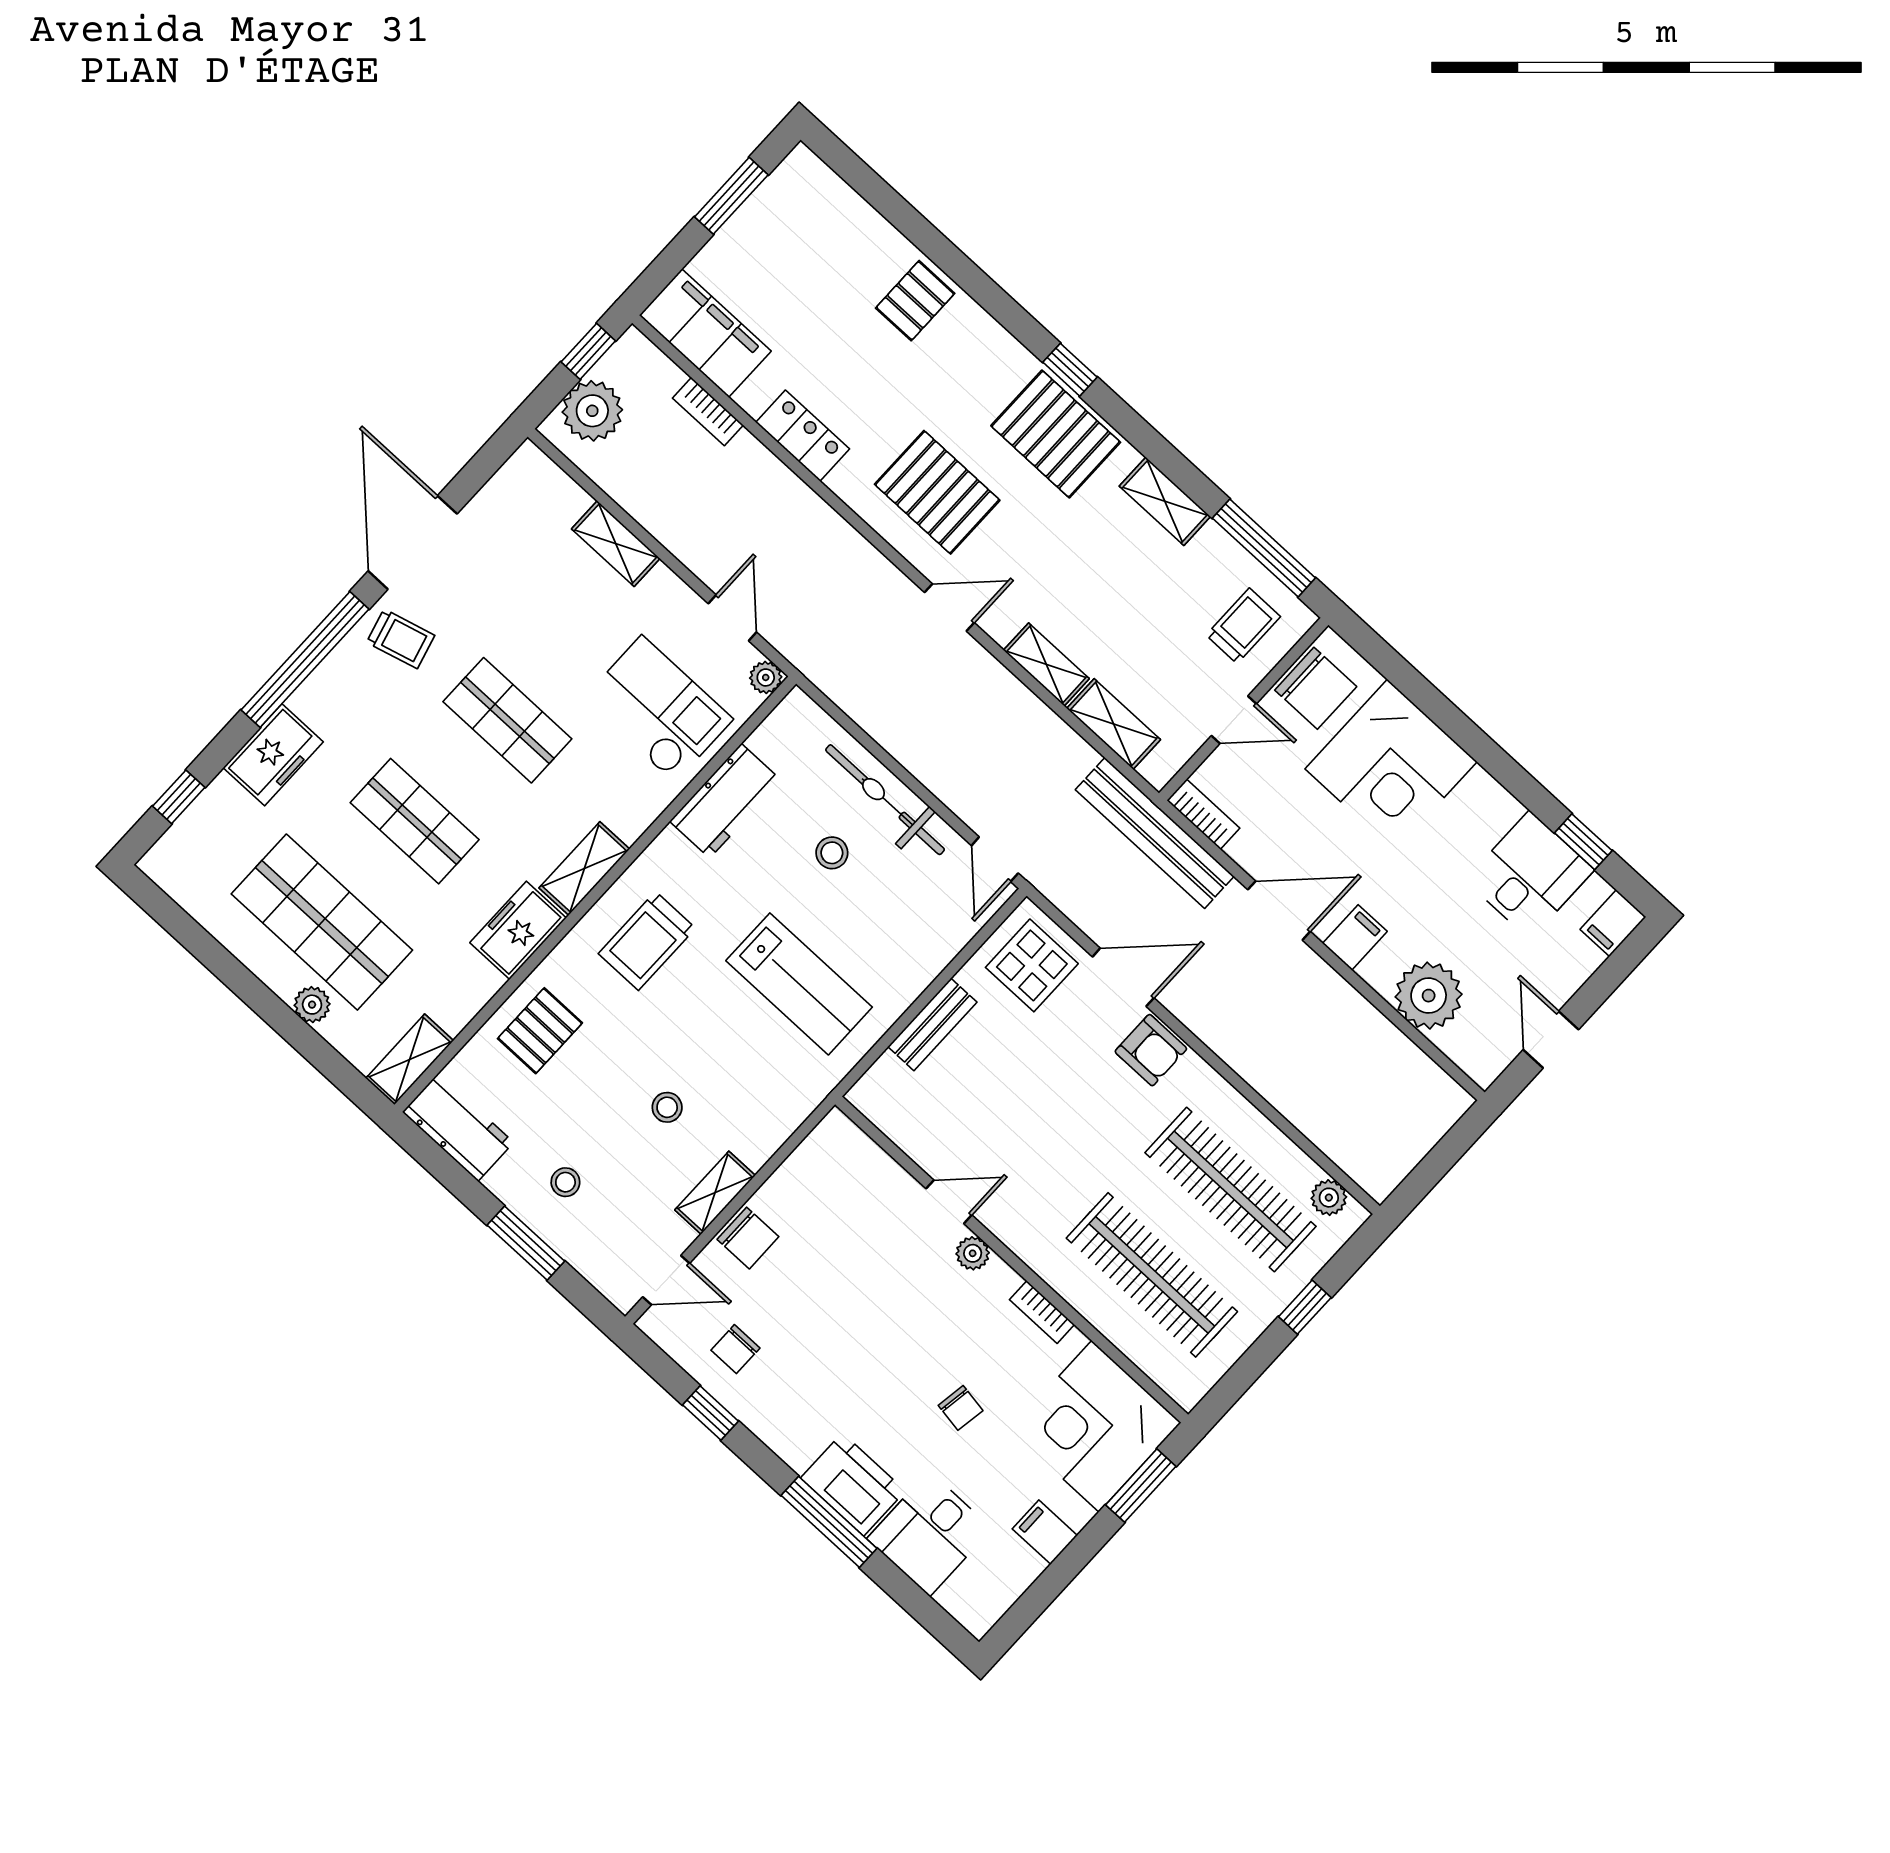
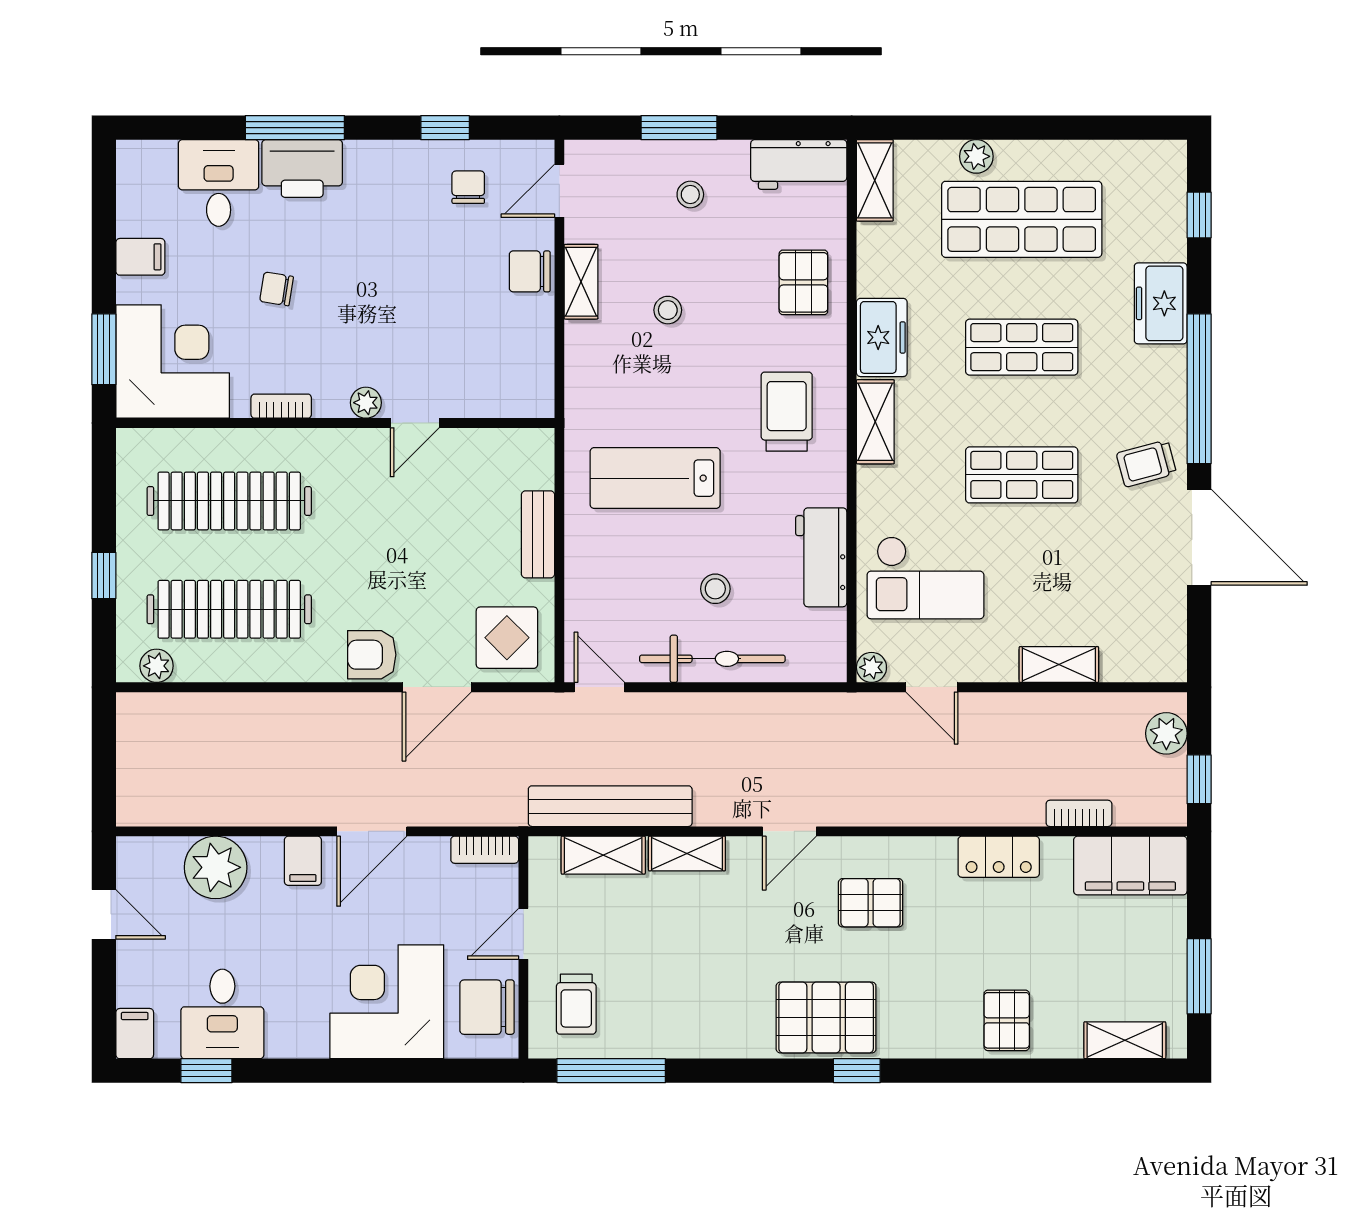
plant: (592, 411) -> (1166, 733), width x0.73, depth x0.73
pallet: (937, 492) -> (871, 903), width x0.67, depth x0.71
shelving: (1165, 501) -> (1125, 1040), moved
bench: (1155, 833) -> (610, 806), moved

